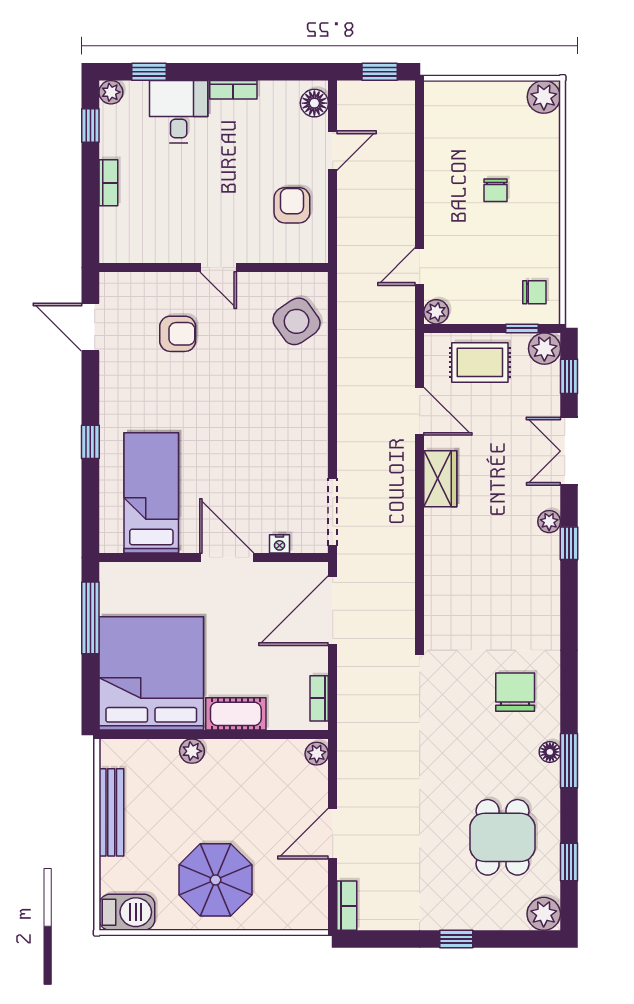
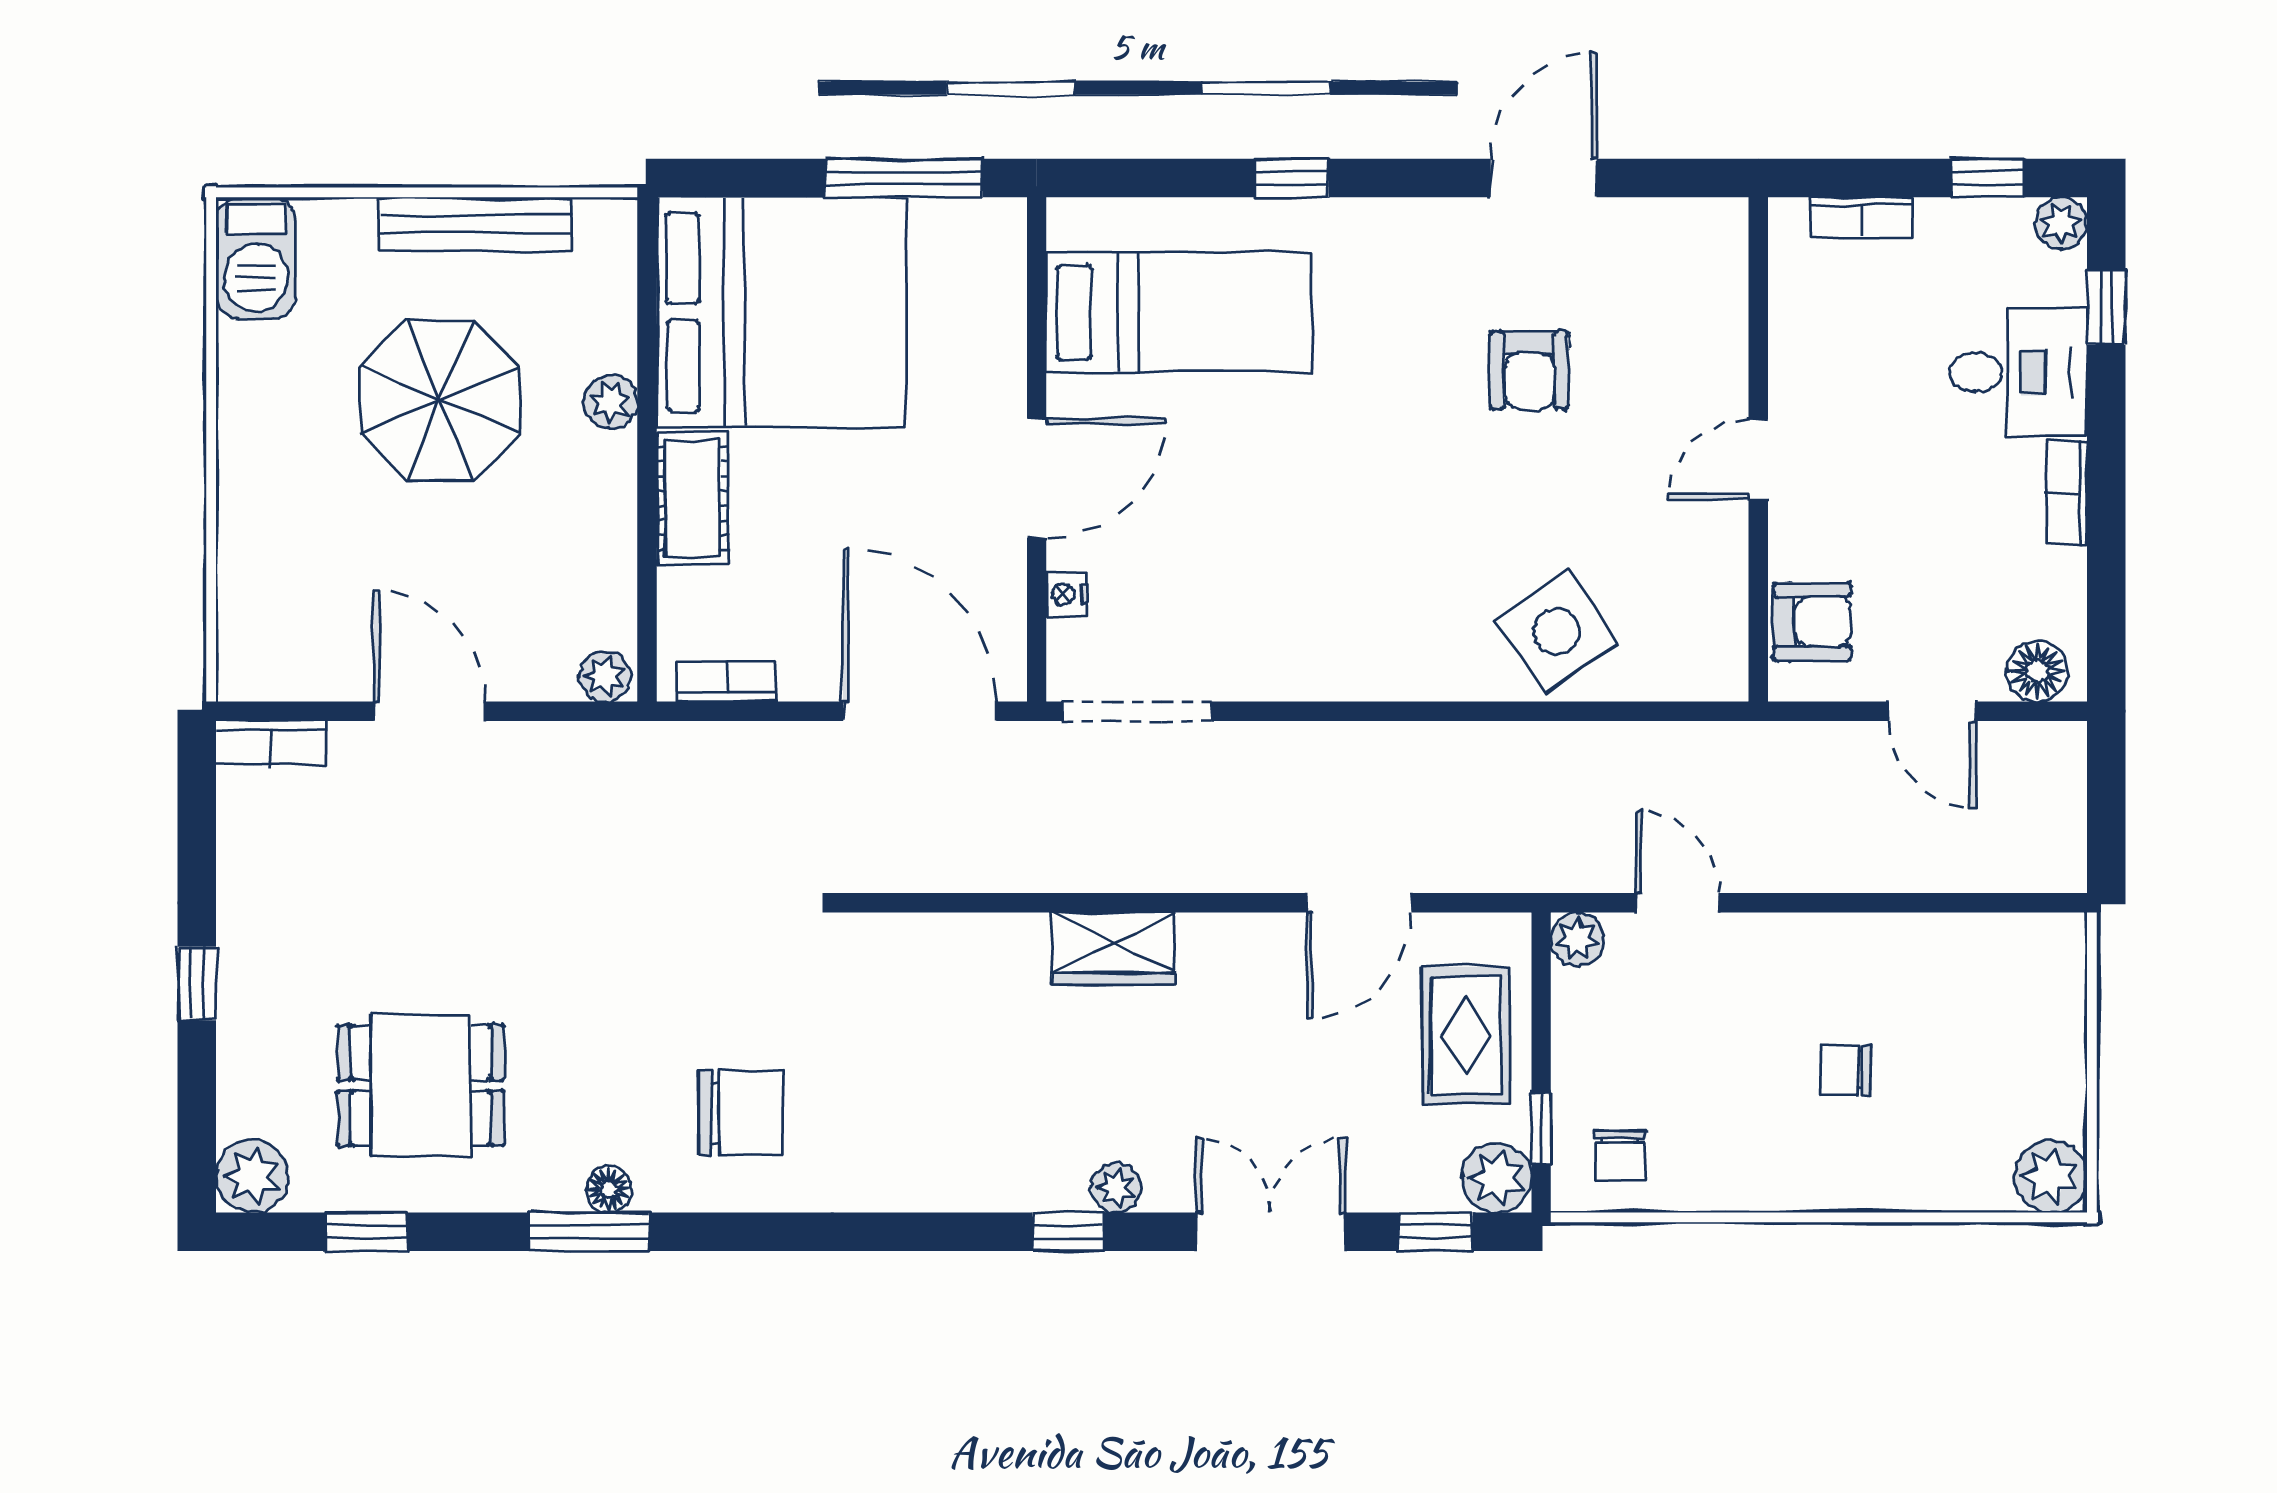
window: (380, 72) -> (2106, 815), removed
wall: (214, 268) -> (1758, 449), moved
door: (218, 268) -> (1758, 459), moved
wardrobe: (440, 479) -> (1113, 948), moved
parasol: (215, 880) -> (440, 401), moved

